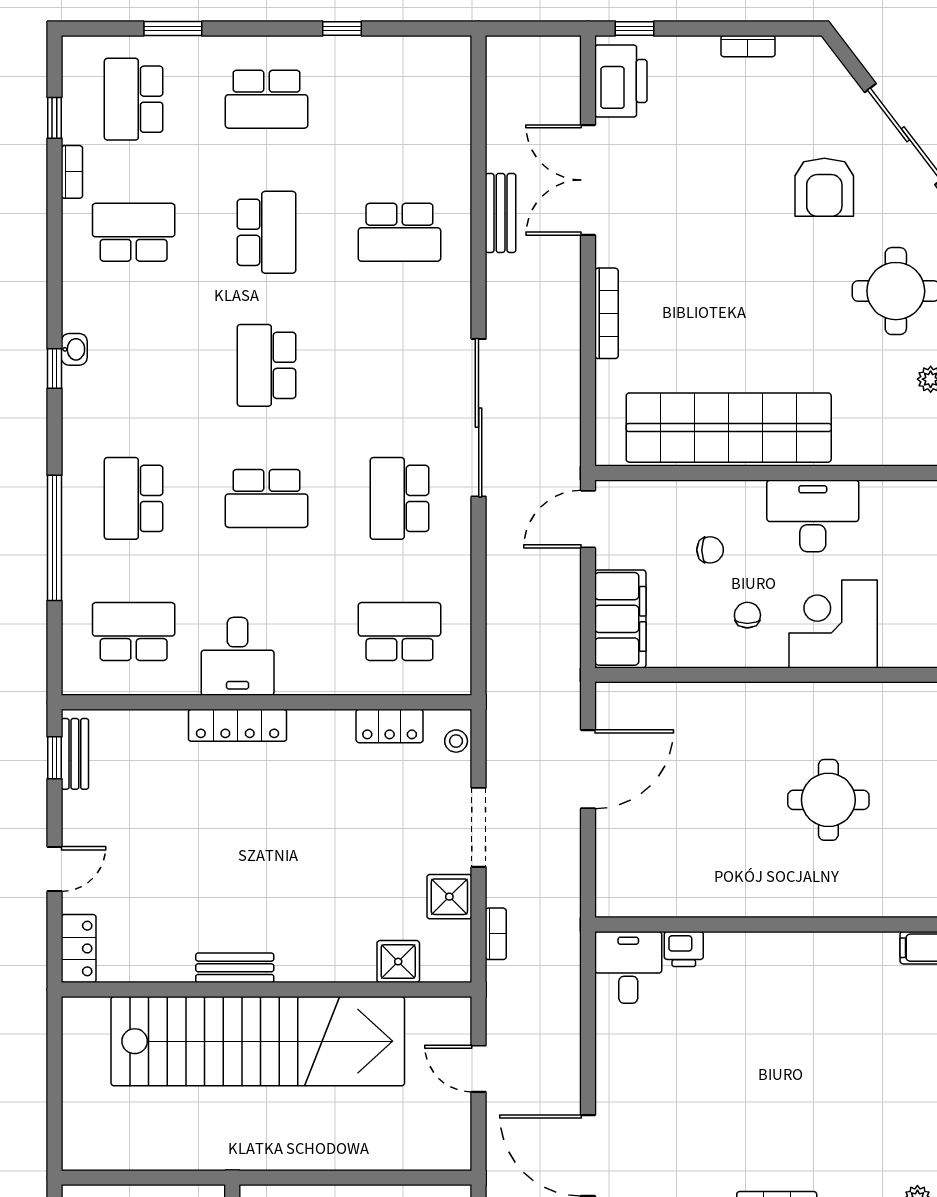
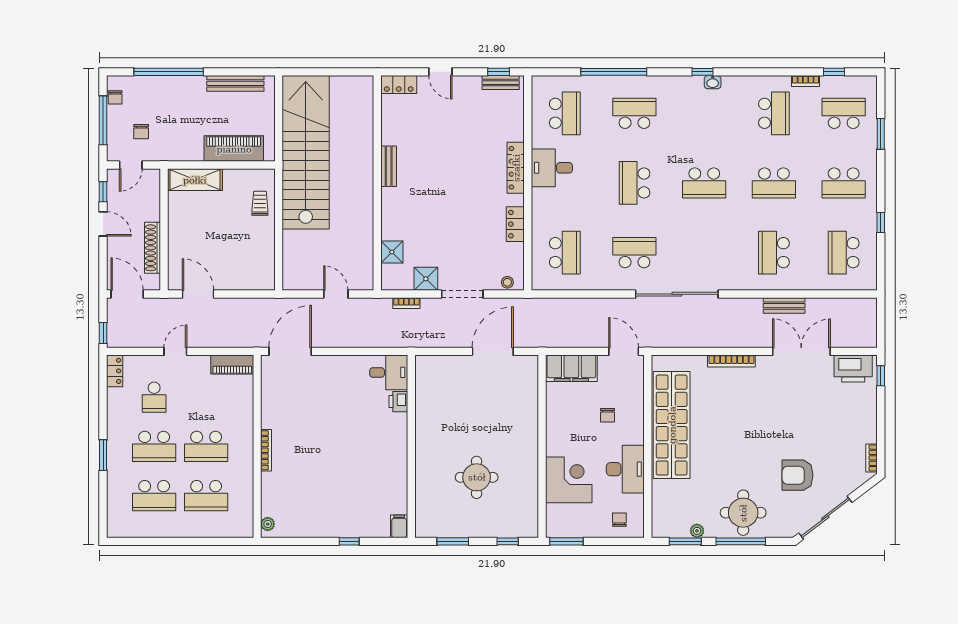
bookcase: (748, 46) -> (871, 458), moved
school desk: (267, 99) -> (844, 183), turned -90
school desk: (399, 99) -> (844, 253), added
school desk: (267, 365) -> (704, 183), turned 180
chair: (747, 615) -> (619, 520), moved, turned -90
locker: (390, 726) -> (515, 224), moved
door: (588, 769) -> (493, 351), swing flipped
stairs: (258, 1041) -> (306, 152), moved, turned 180
door: (479, 1069) -> (336, 294), hinge flipped

